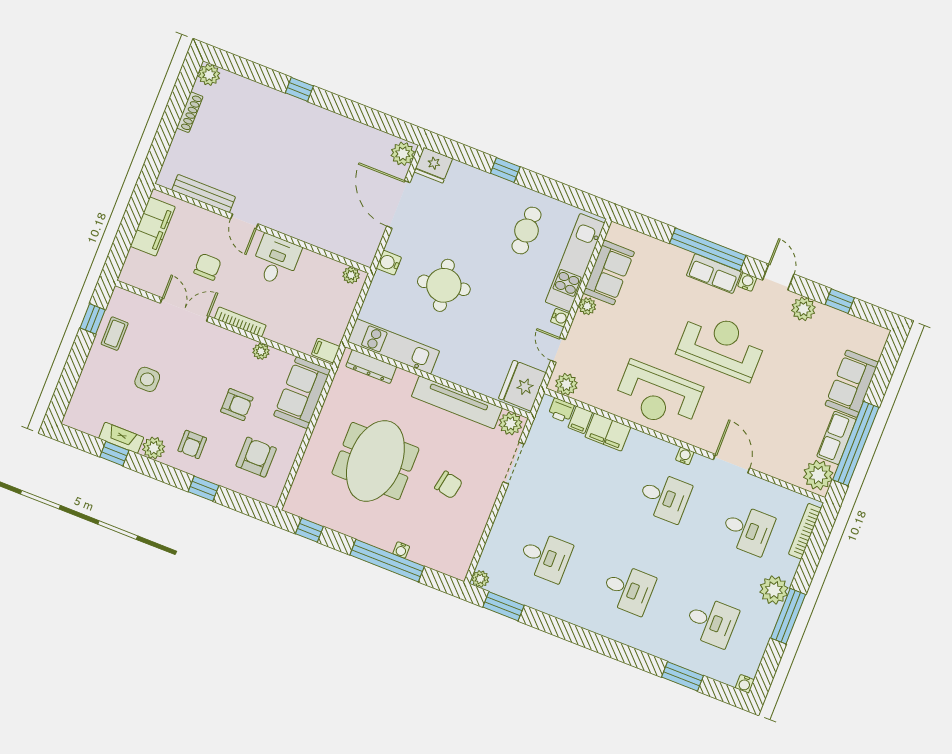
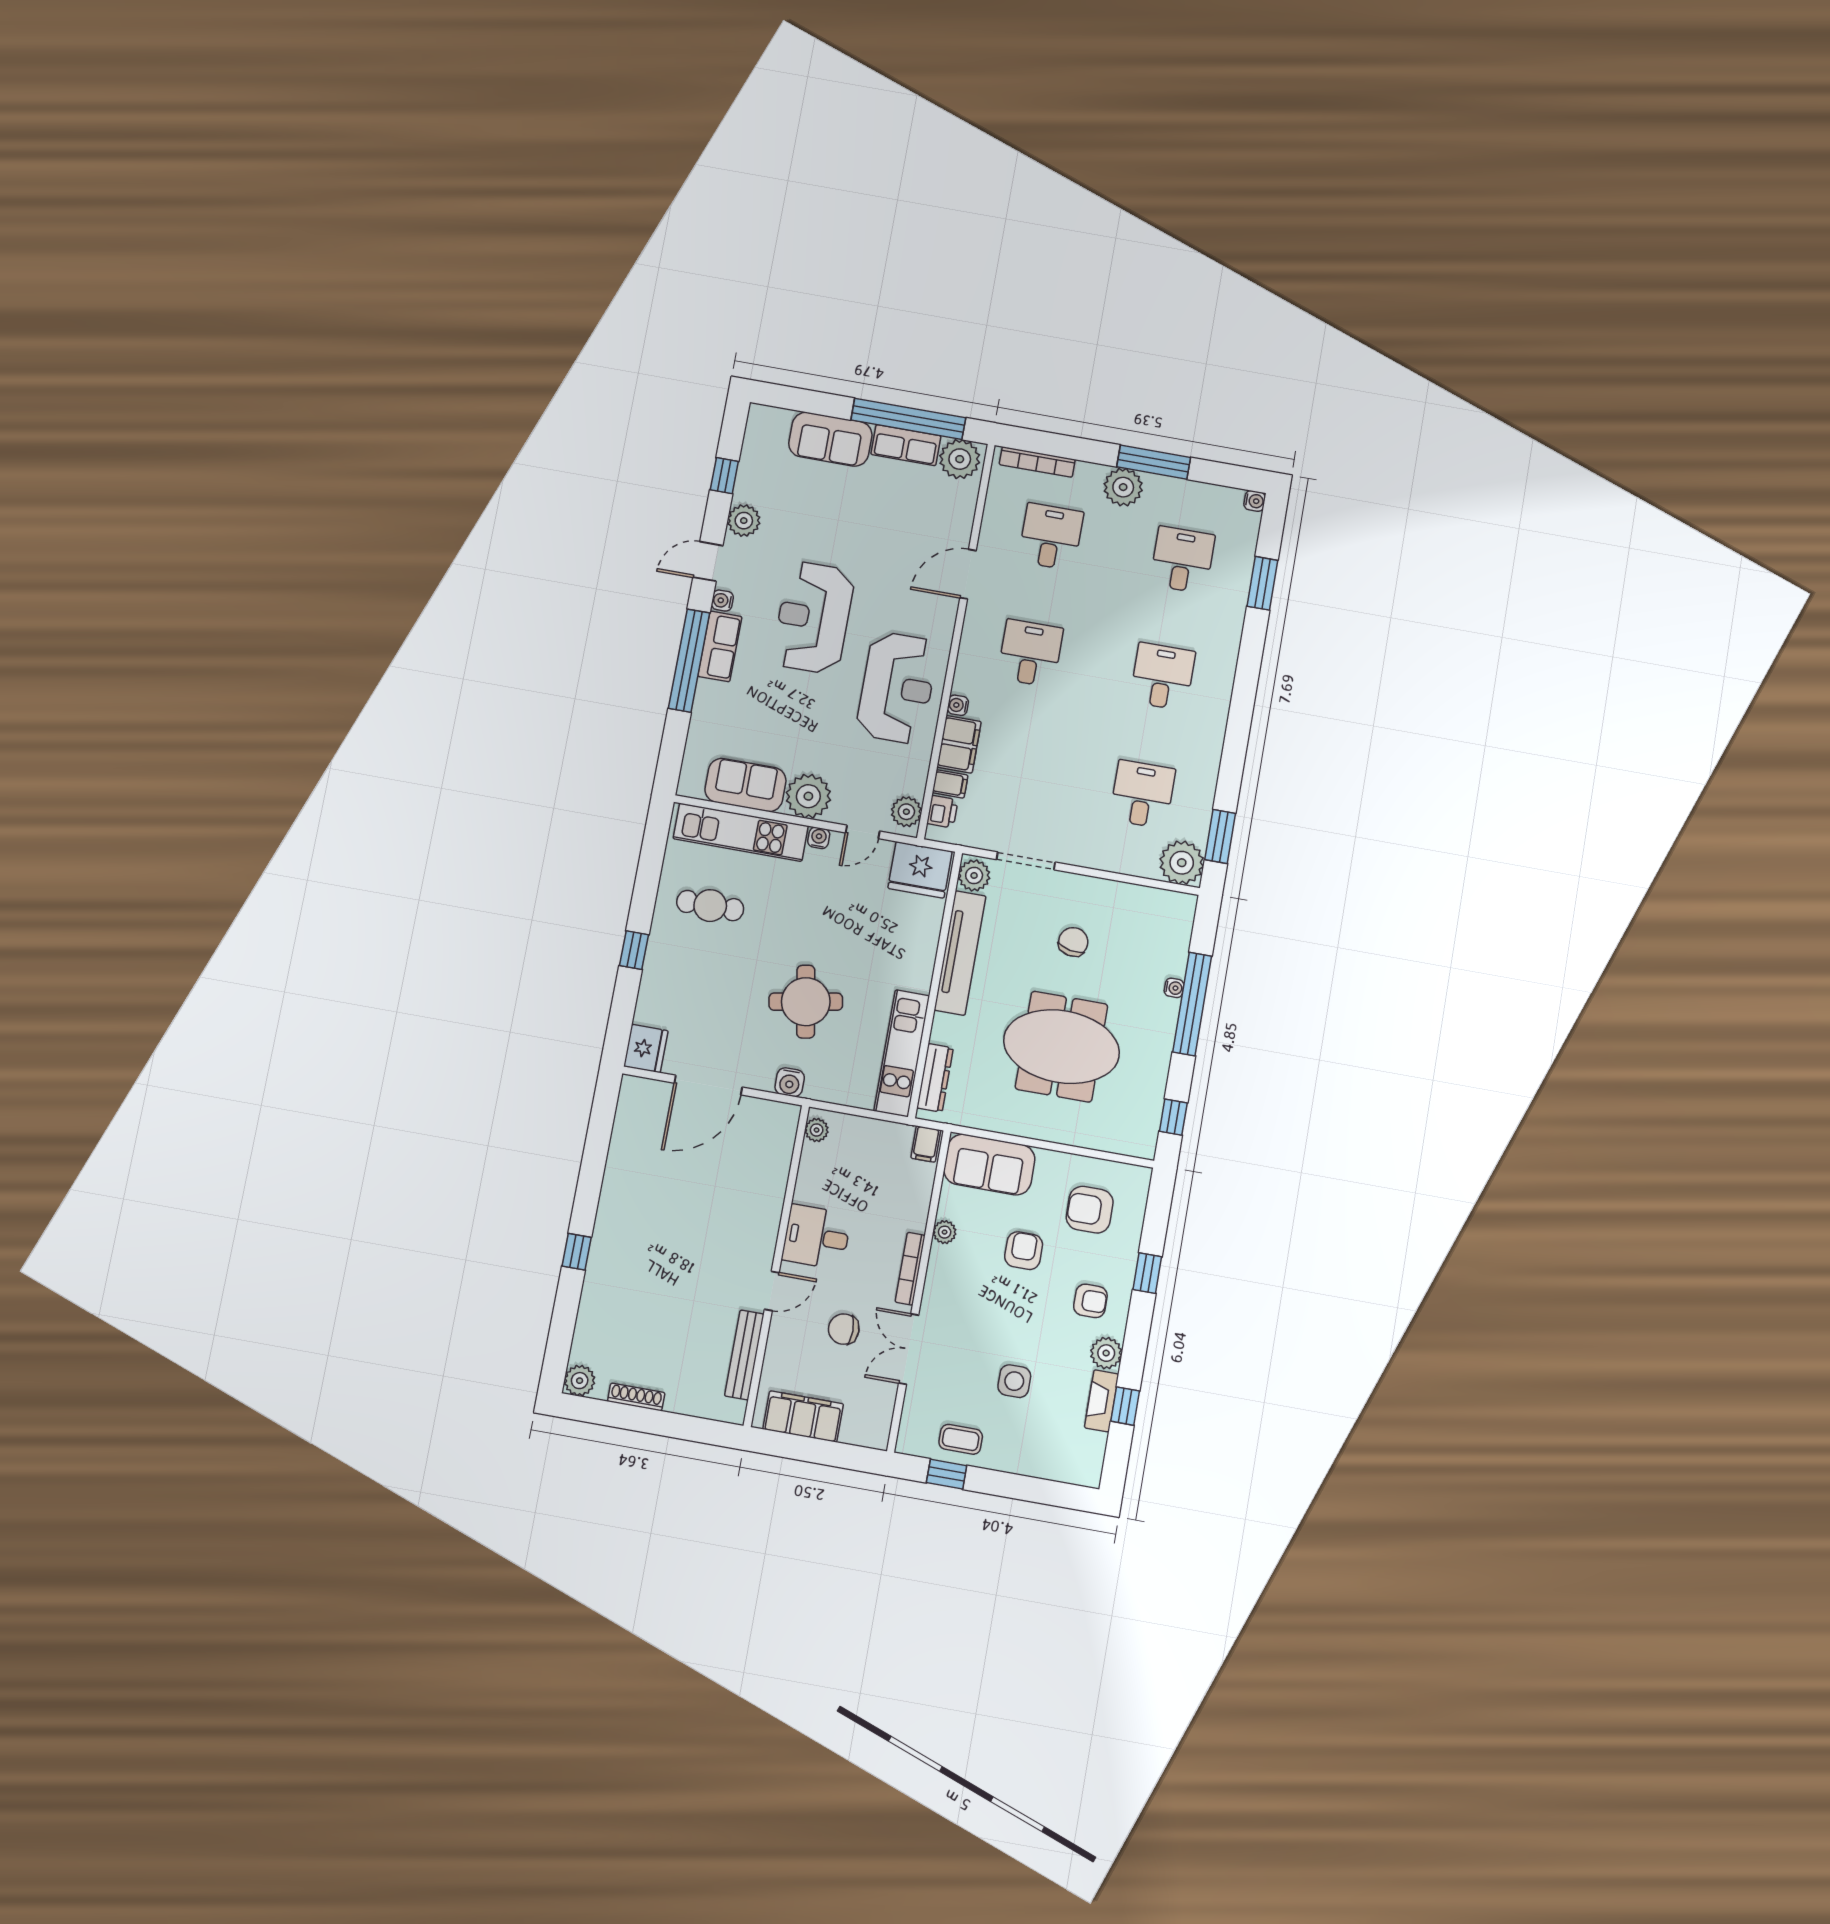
plant: (403, 154) -> (638, 1093), removed
plant: (587, 306) -> (808, 796), width x1.88, depth x1.88
water cooler: (685, 456) -> (958, 705), moved
plant: (480, 579) -> (1182, 863), width x1.88, depth x1.88

